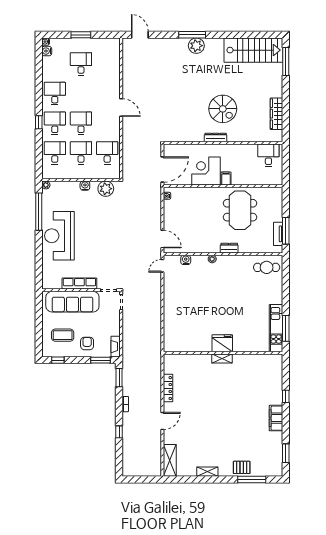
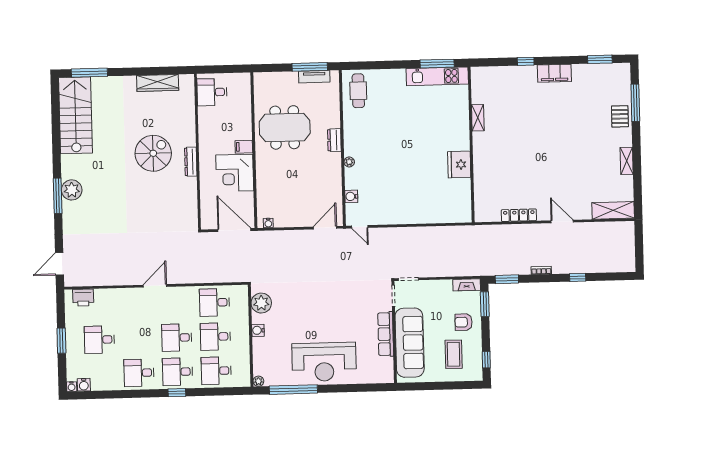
printer: (114, 52) -> (83, 298), added
fridge: (222, 343) -> (459, 164), moved
shelving: (222, 359) -> (478, 118), moved

